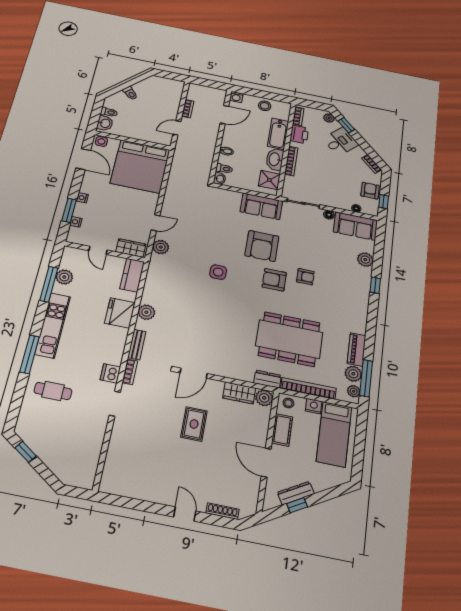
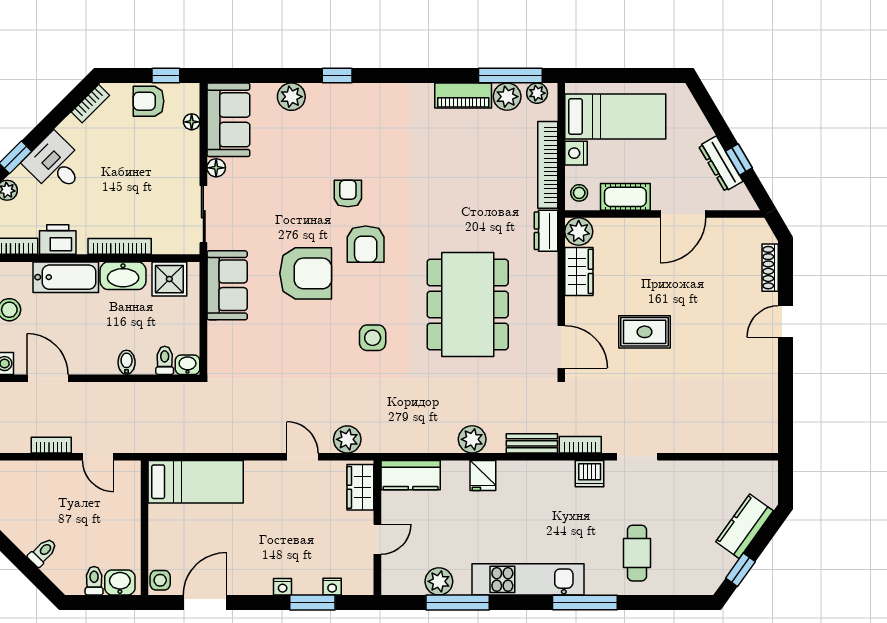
bed: (140, 166) -> (196, 482), width x0.49
fridge: (120, 313) -> (483, 476), width x0.53, depth x0.75
dining table: (289, 339) -> (468, 304), moved
kitchen counter: (54, 460) -> (745, 526), added

